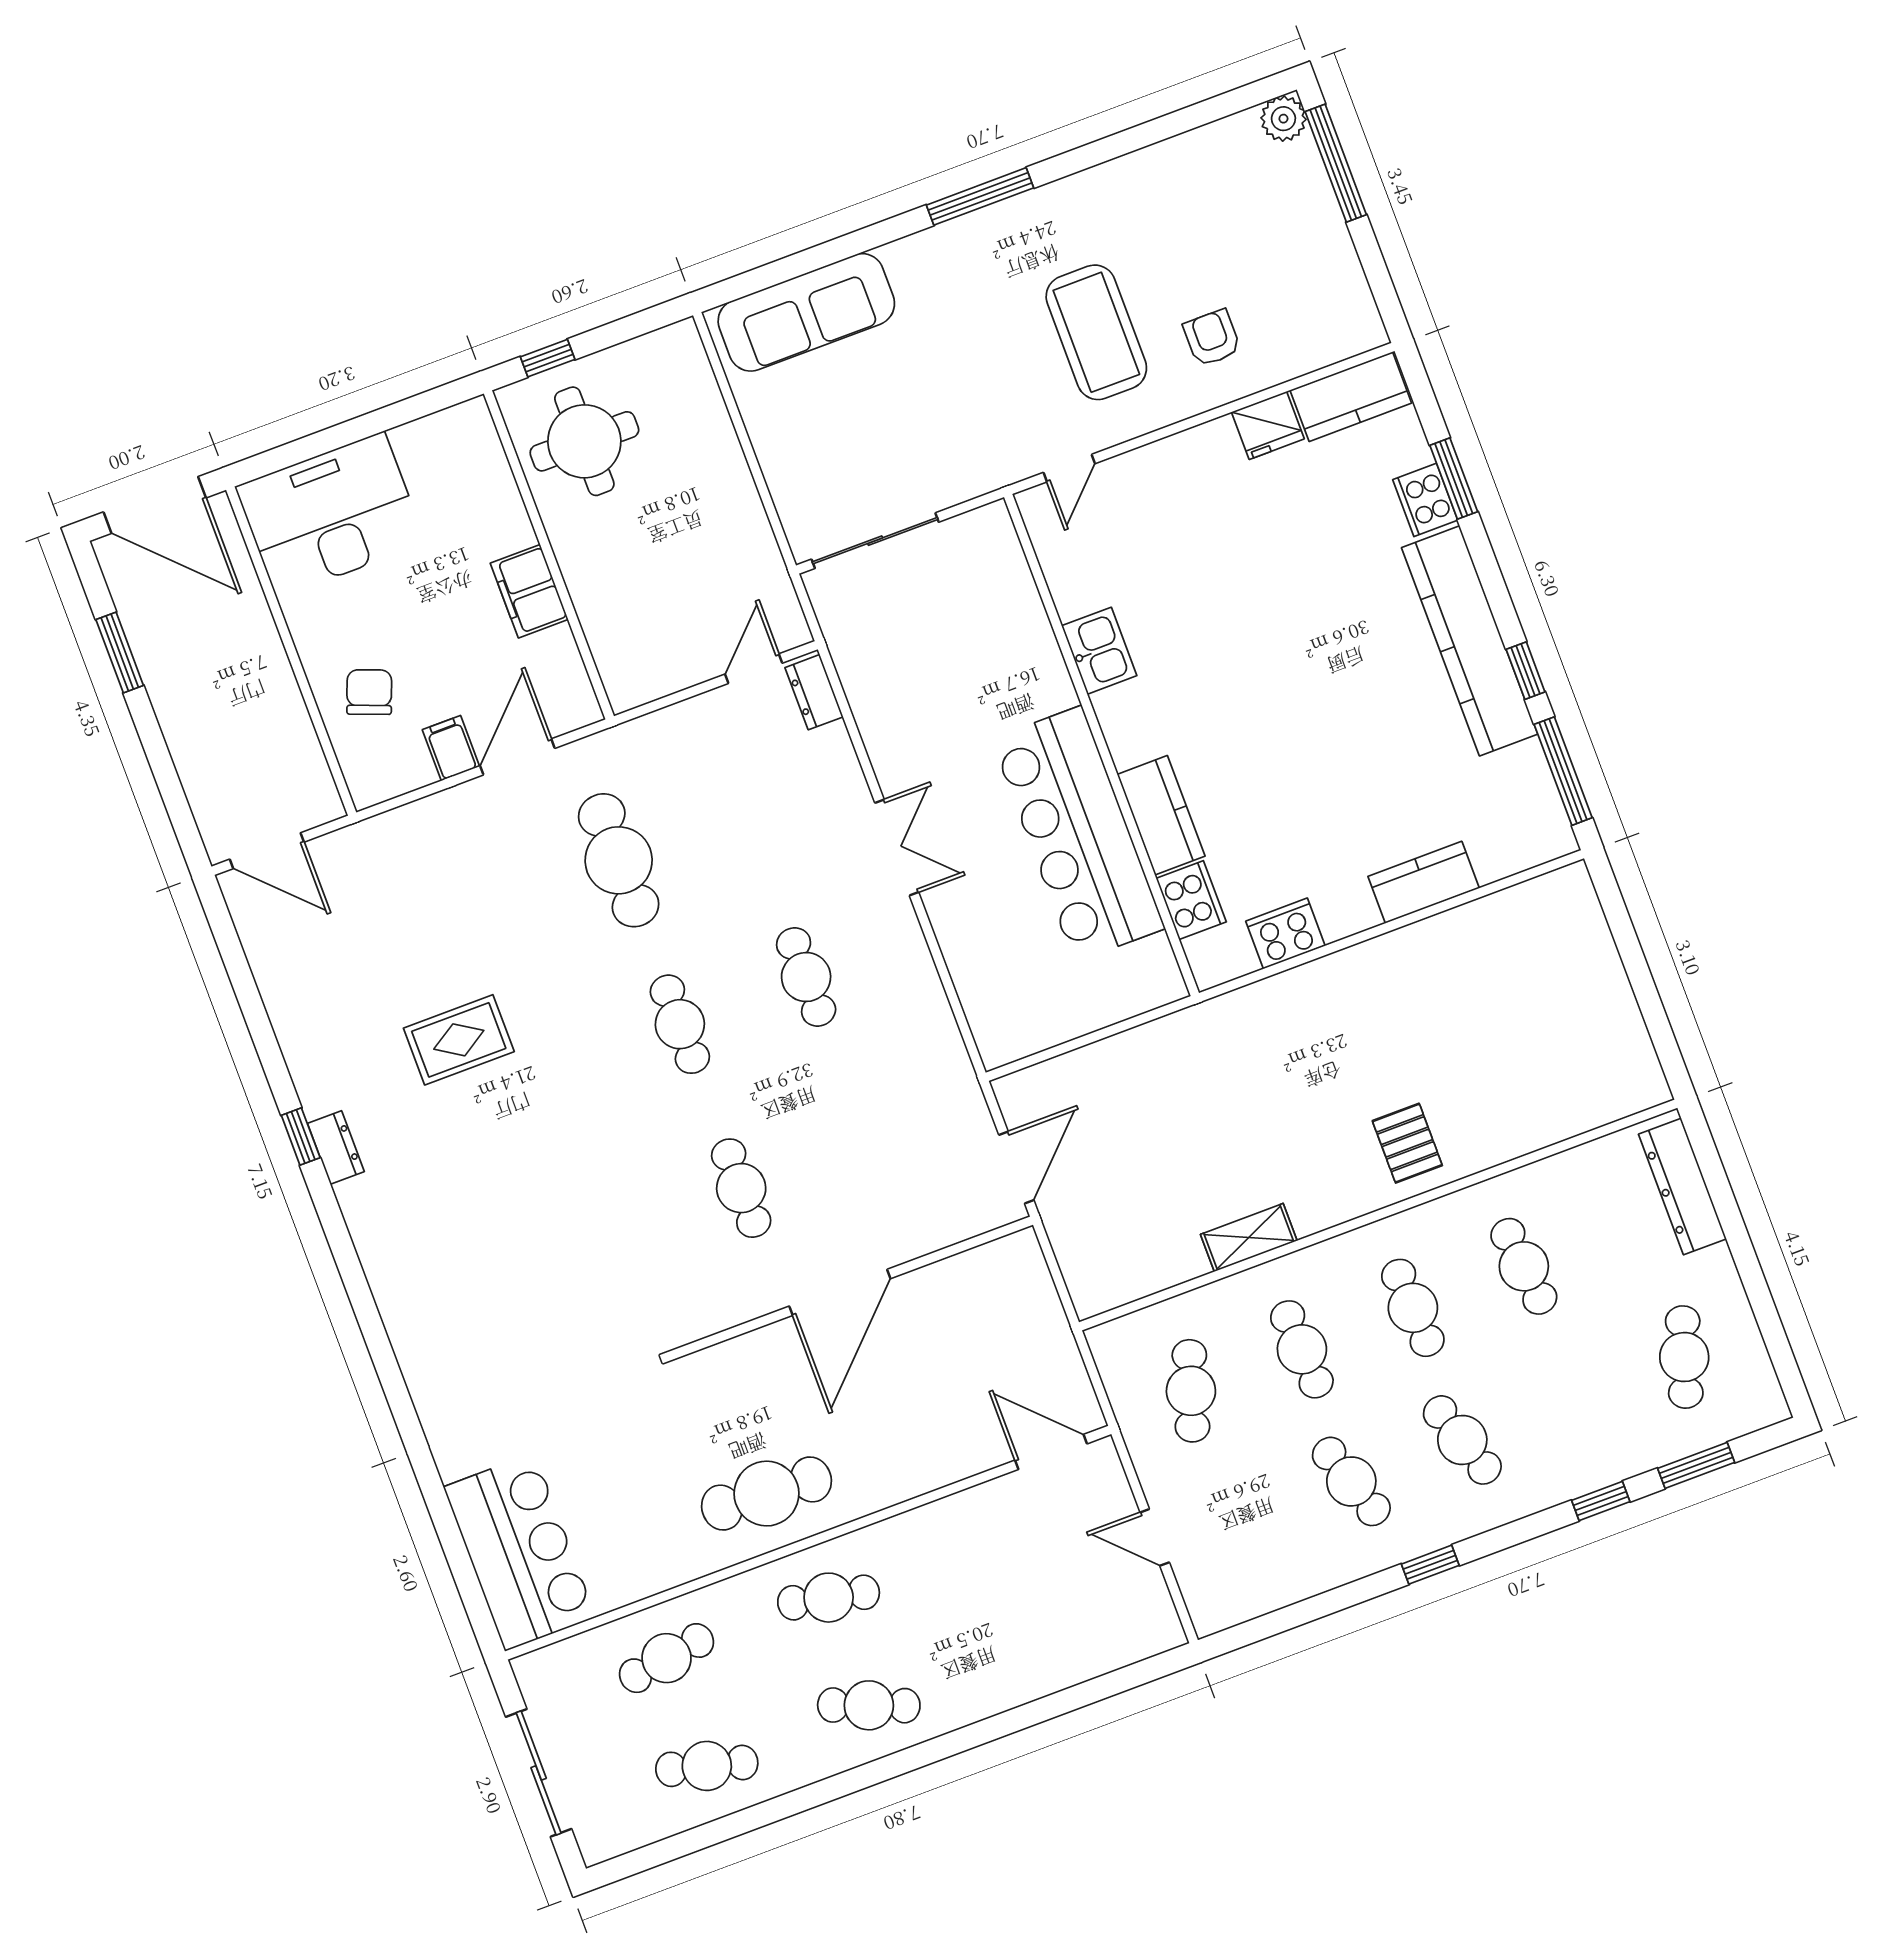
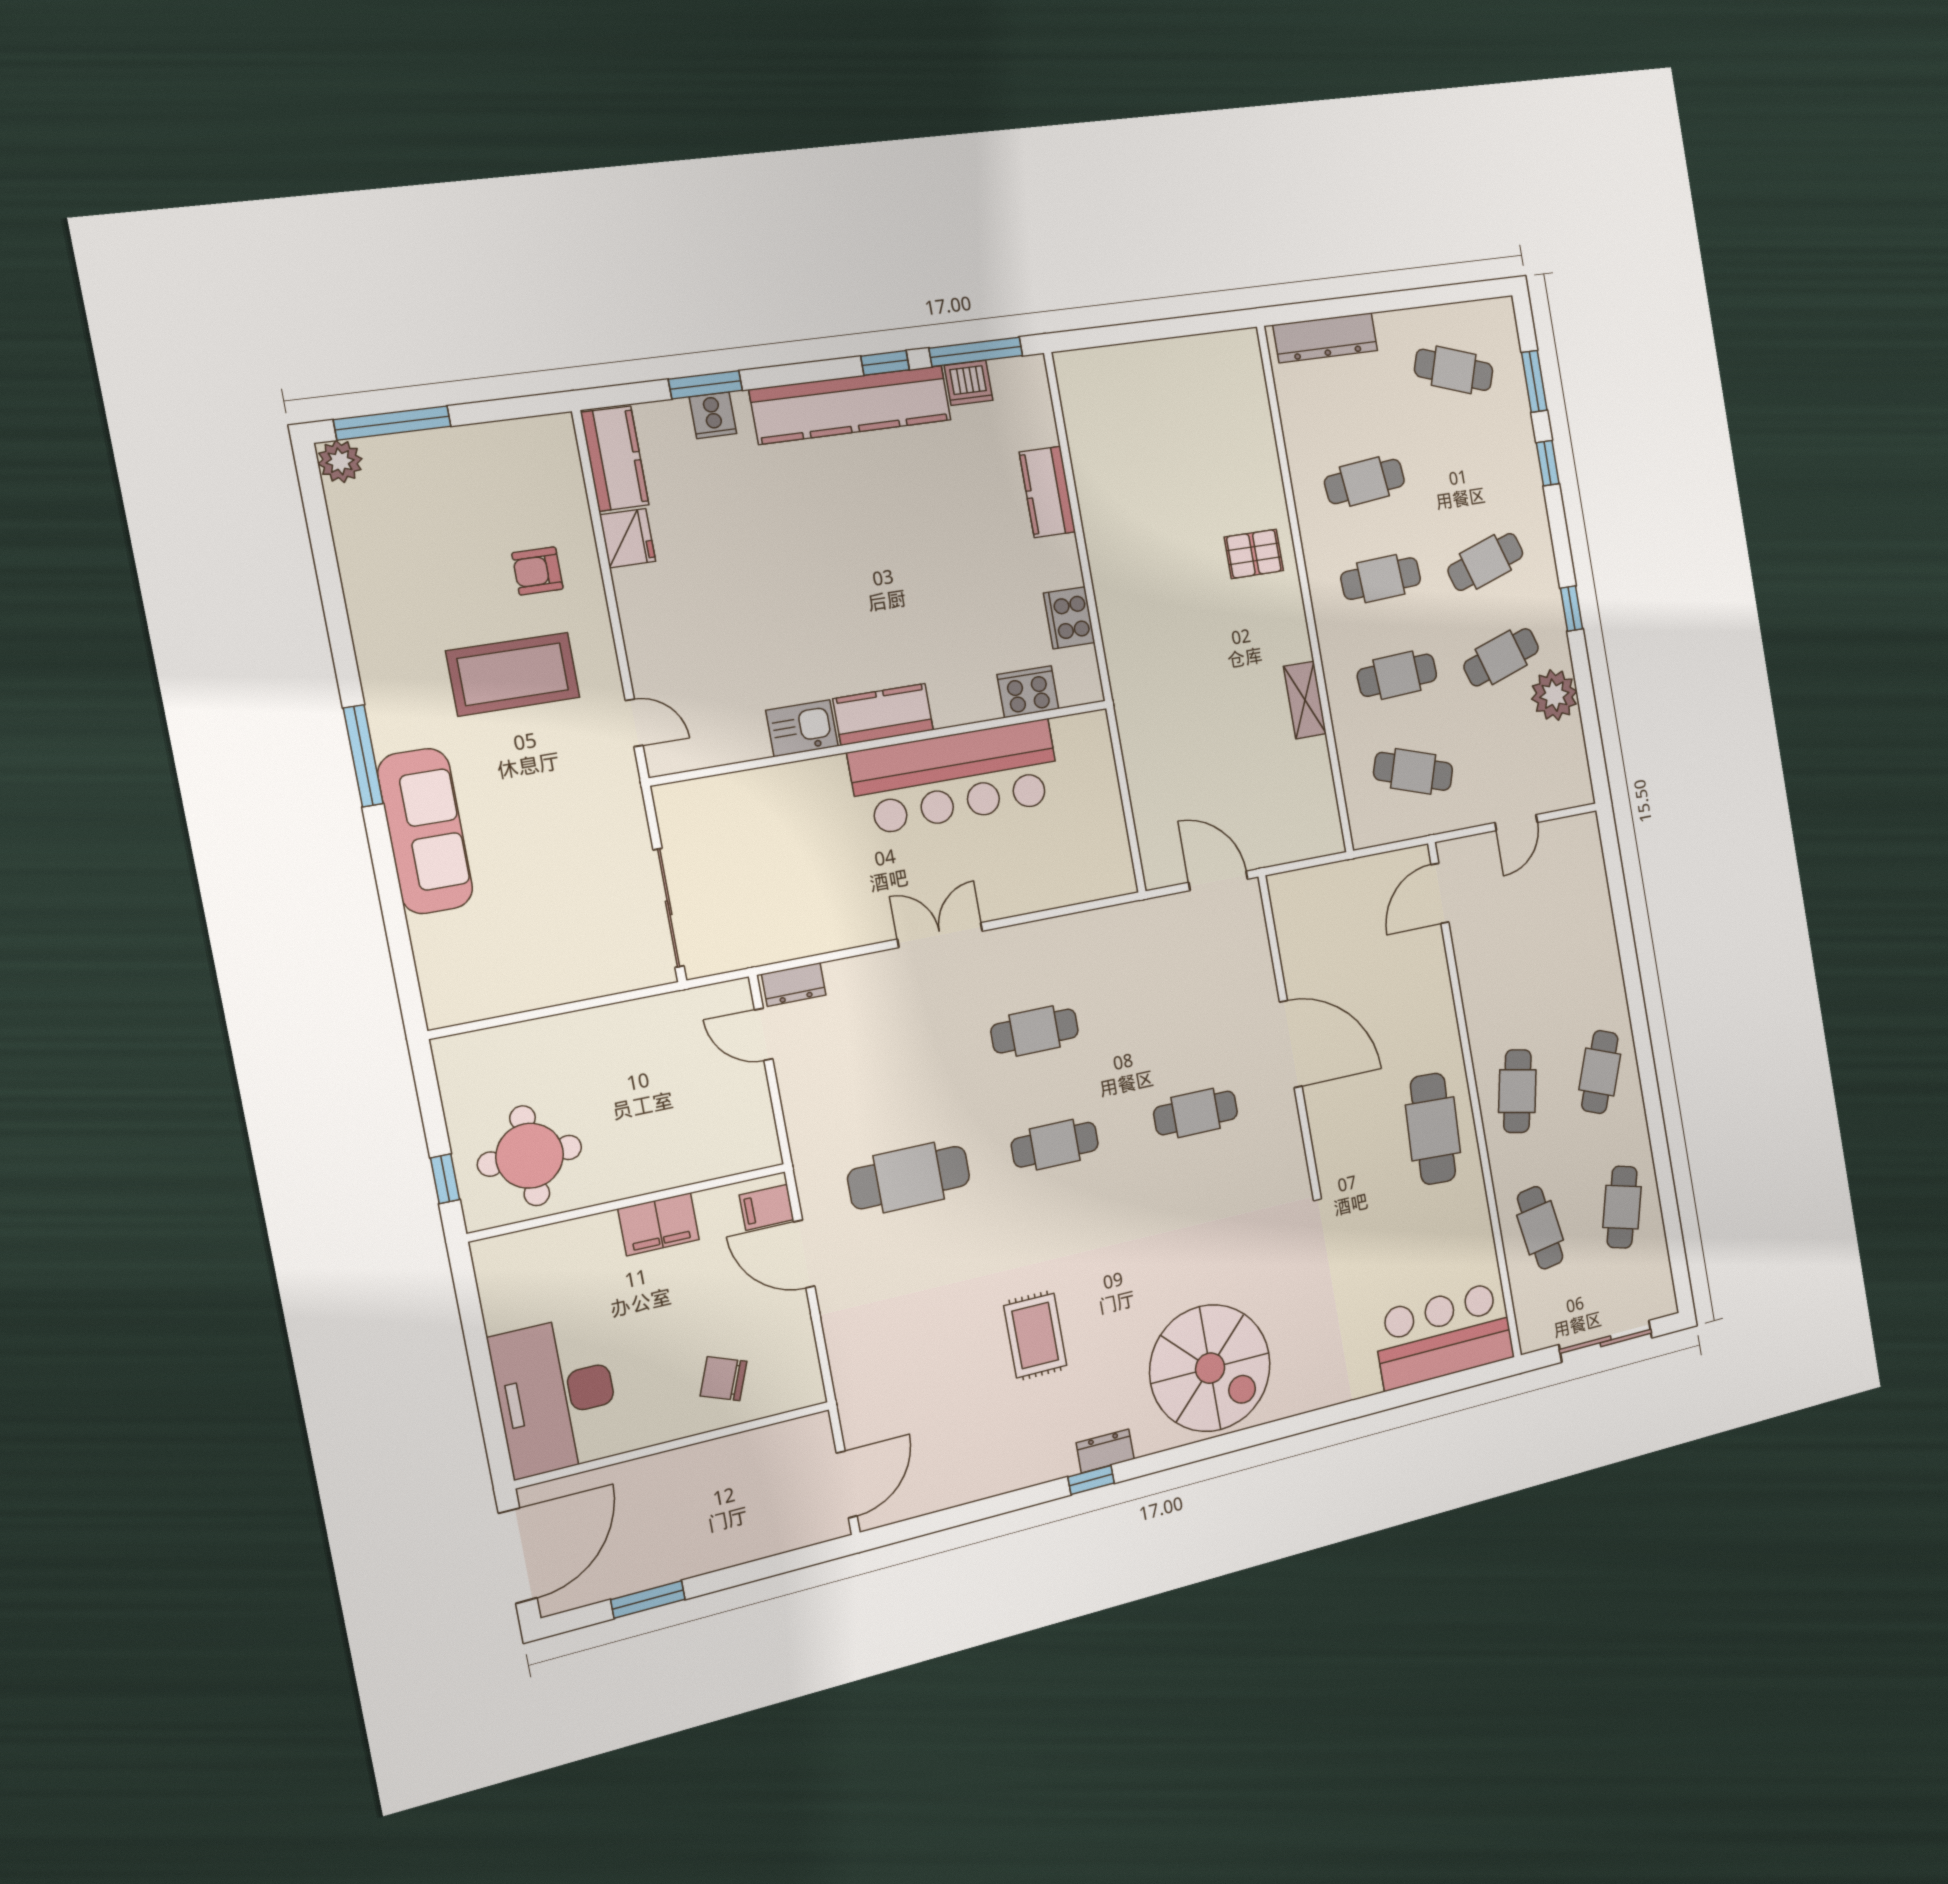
sofa: (806, 312) -> (425, 831), moved
cooker: (1425, 500) -> (713, 415), width x0.73
filing cabinet: (451, 748) -> (767, 1207), moved
dishwasher: (1526, 769) -> (968, 383), added
kitchen counter: (1161, 815) -> (883, 714), moved
spiral stairs: (446, 1259) -> (1210, 1368), added
plant: (1320, 1561) -> (1554, 695), added

